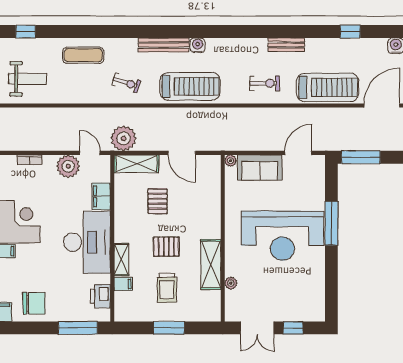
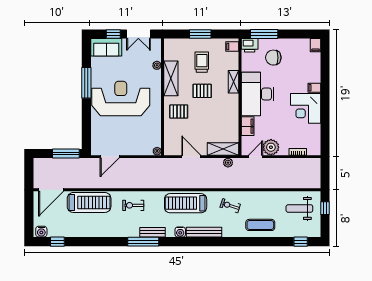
window: (250, 32) -> (143, 242), added
window: (350, 32) -> (57, 242), moved
bench: (286, 45) -> (152, 232), moved
treadmill: (328, 87) -> (89, 202), turned 180
plant: (124, 138) -> (228, 163), width x0.53, depth x0.53
door: (90, 153) -> (256, 157), swing flipped
sofa: (260, 168) -> (106, 47), moved, turned 180
pallet: (158, 201) -> (179, 112), moved, turned 90
window: (331, 223) -> (86, 83), moved
filing cabinet: (123, 284) -> (232, 47), moved
printer: (100, 296) -> (250, 45), moved, turned 90
chair: (34, 303) -> (273, 58), moved
double door: (257, 328) -> (138, 34), swing flipped

